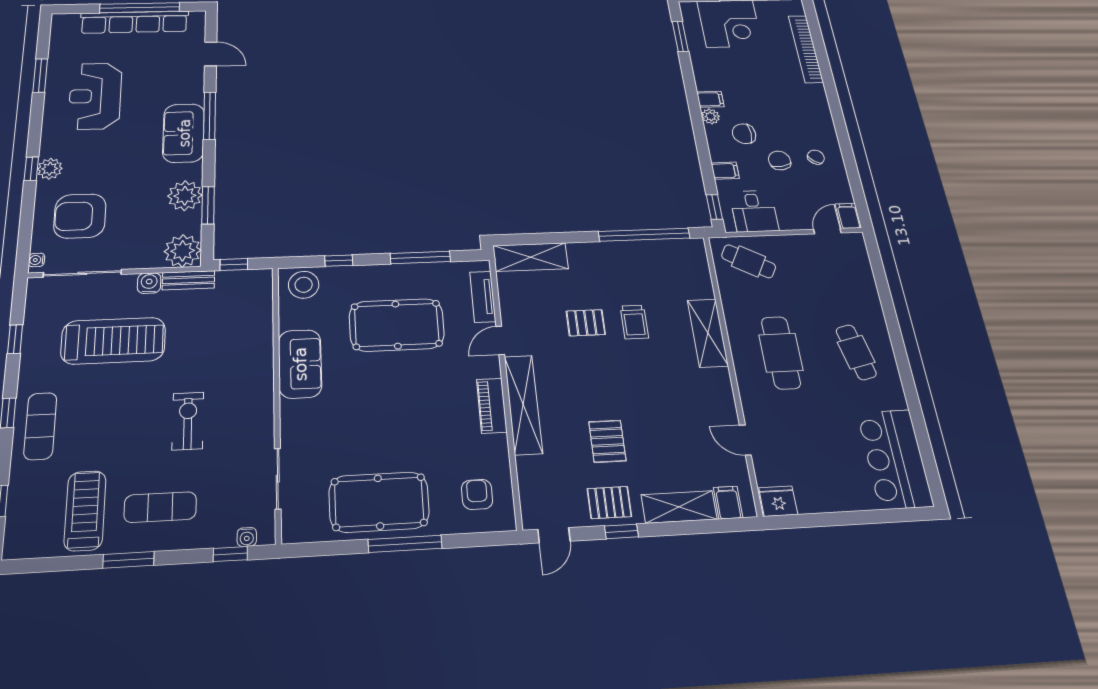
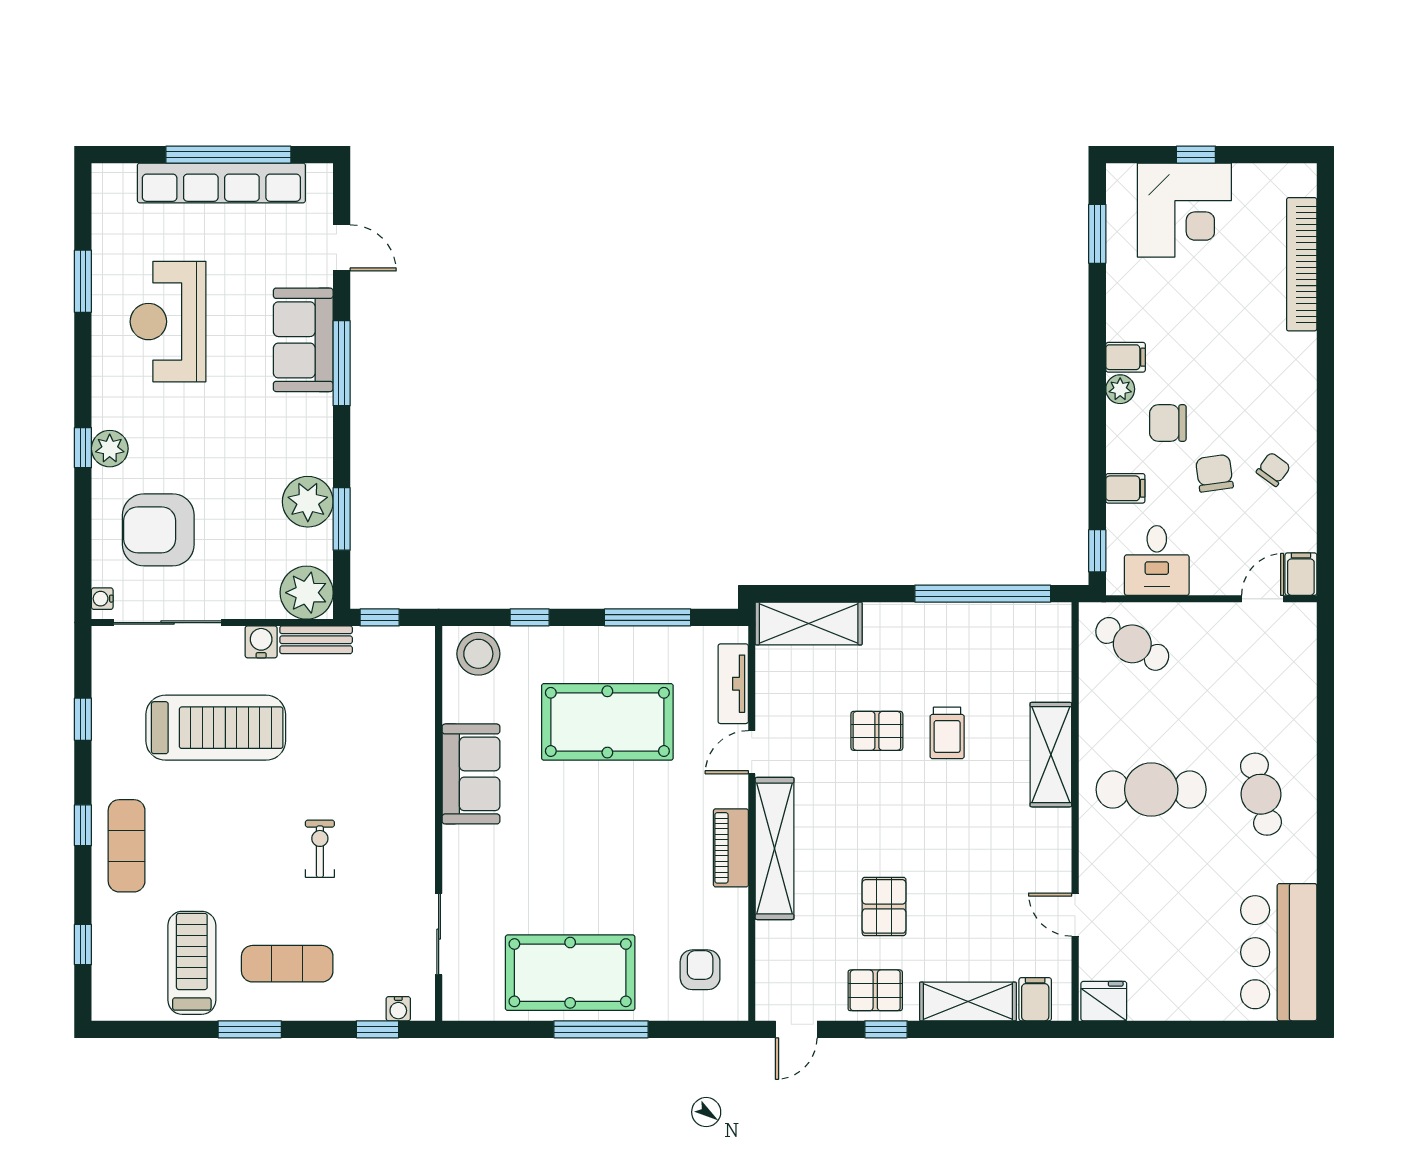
sofa: (184, 133) -> (303, 340), moved
cafe table: (781, 353) -> (1151, 790), turned 90
exercise bike: (188, 421) -> (320, 849), width x0.73, depth x0.72

